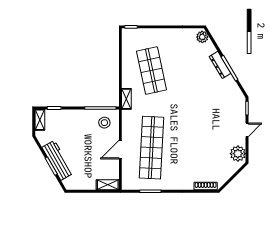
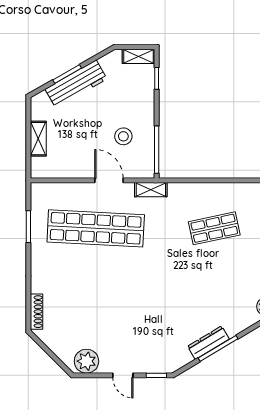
dresser: (220, 65) -> (208, 343), moved
shop shelf: (151, 71) -> (214, 228), width x0.70, depth x0.74
shelving: (126, 99) -> (151, 190), moved
stool: (104, 123) -> (123, 136), moved
door: (120, 149) -> (109, 180), moved
shelving: (108, 185) -> (38, 139), moved

